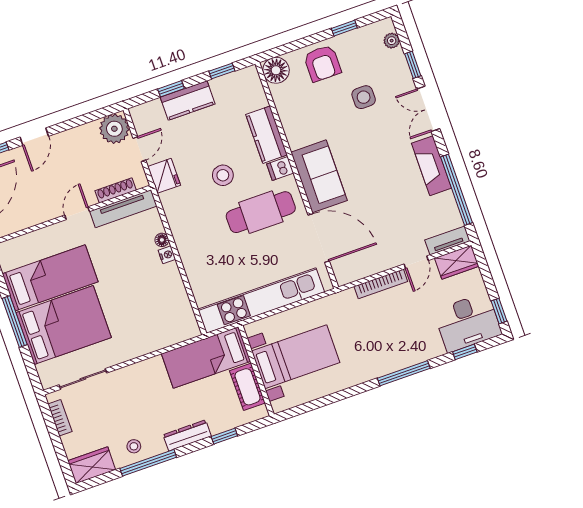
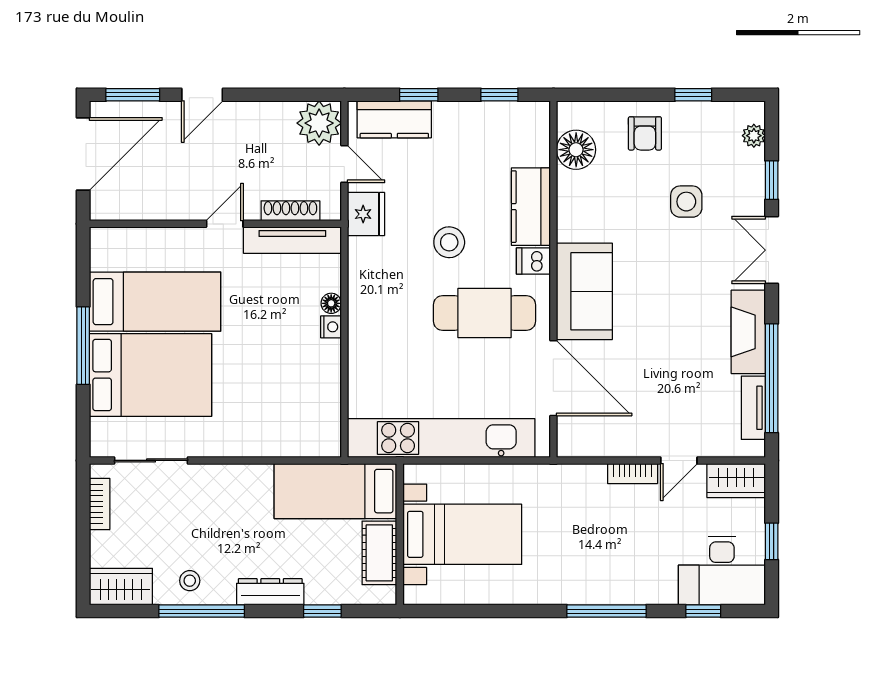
armchair: (322, 63) -> (645, 133), width x0.72, depth x0.72
floor lamp: (276, 70) -> (576, 150), moved
kitchen counter: (188, 101) -> (394, 119), moved
door: (139, 149) -> (344, 164), hinge flipped
tv unit: (447, 241) -> (753, 408), moved, turned -90
bookcase: (381, 284) -> (633, 474), width x0.64
window: (499, 311) -> (772, 541), moved

